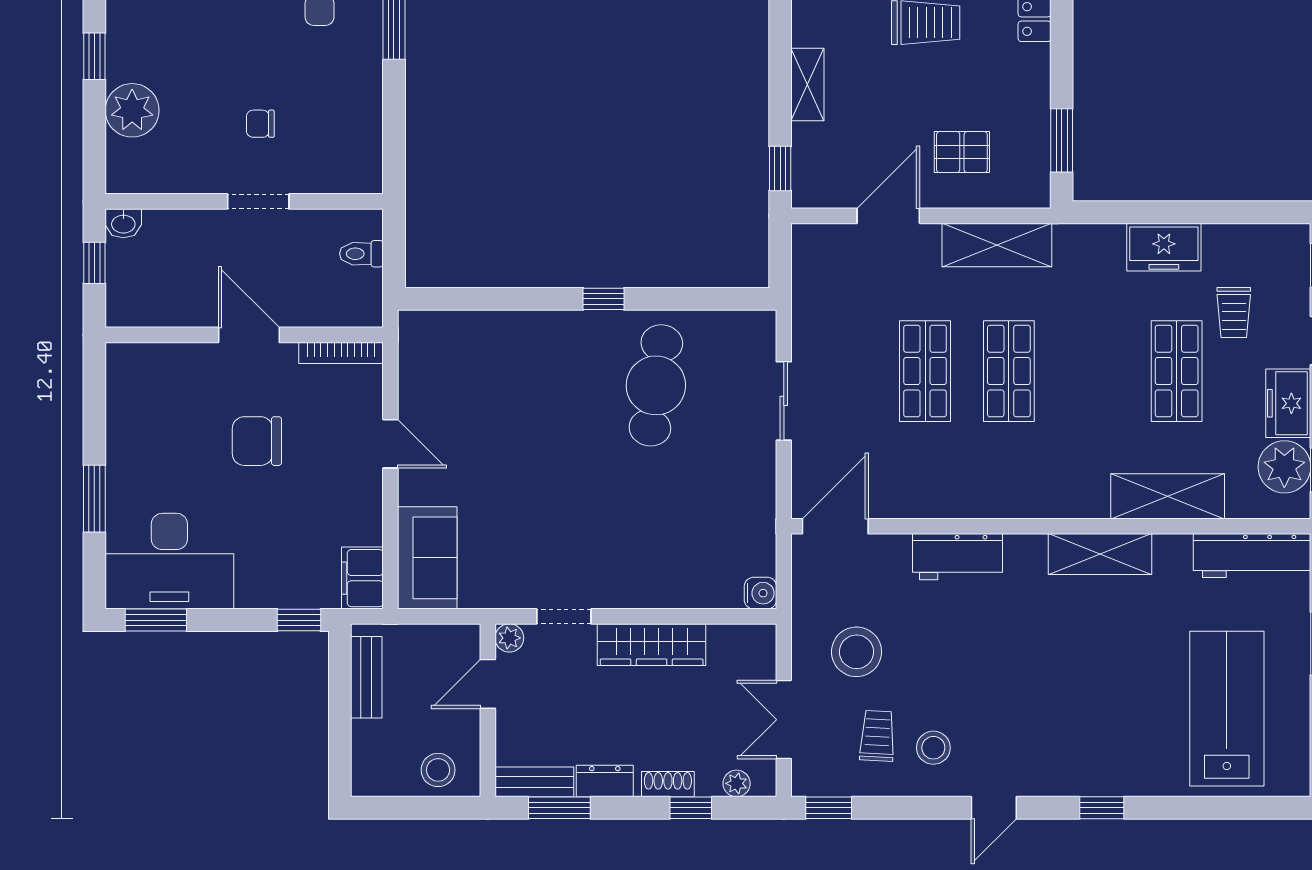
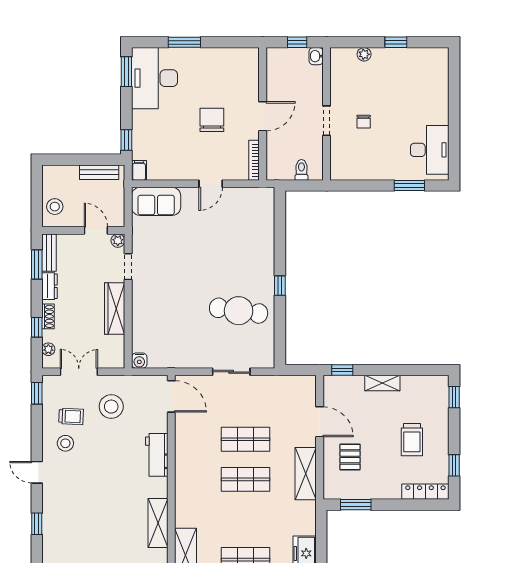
plant: (132, 110) -> (364, 54), width x0.53, depth x0.53
chair: (260, 124) -> (364, 122), turned 180
filing cabinet: (362, 578) -> (139, 170), width x0.50

